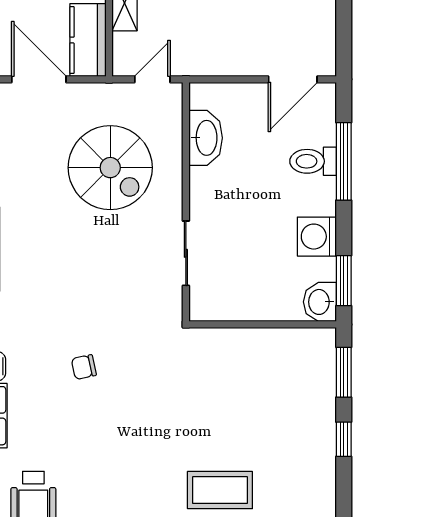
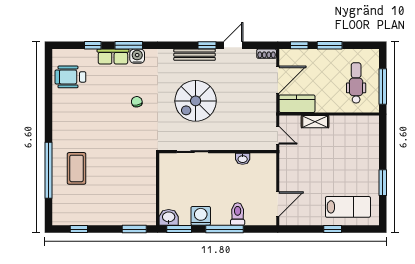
door: (293, 79) -> (278, 204), swing flipped
washbasin: (206, 138) -> (243, 159), width x0.52, depth x0.69
window: (344, 161) -> (225, 229), moved
spiral stairs: (110, 168) -> (196, 101), moved
window: (344, 439) -> (79, 229), moved

